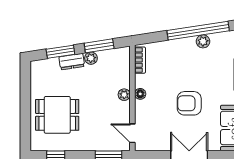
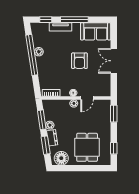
floor lamp: (41, 76) -> (61, 158), added
door: (132, 133) -> (87, 98), moved

